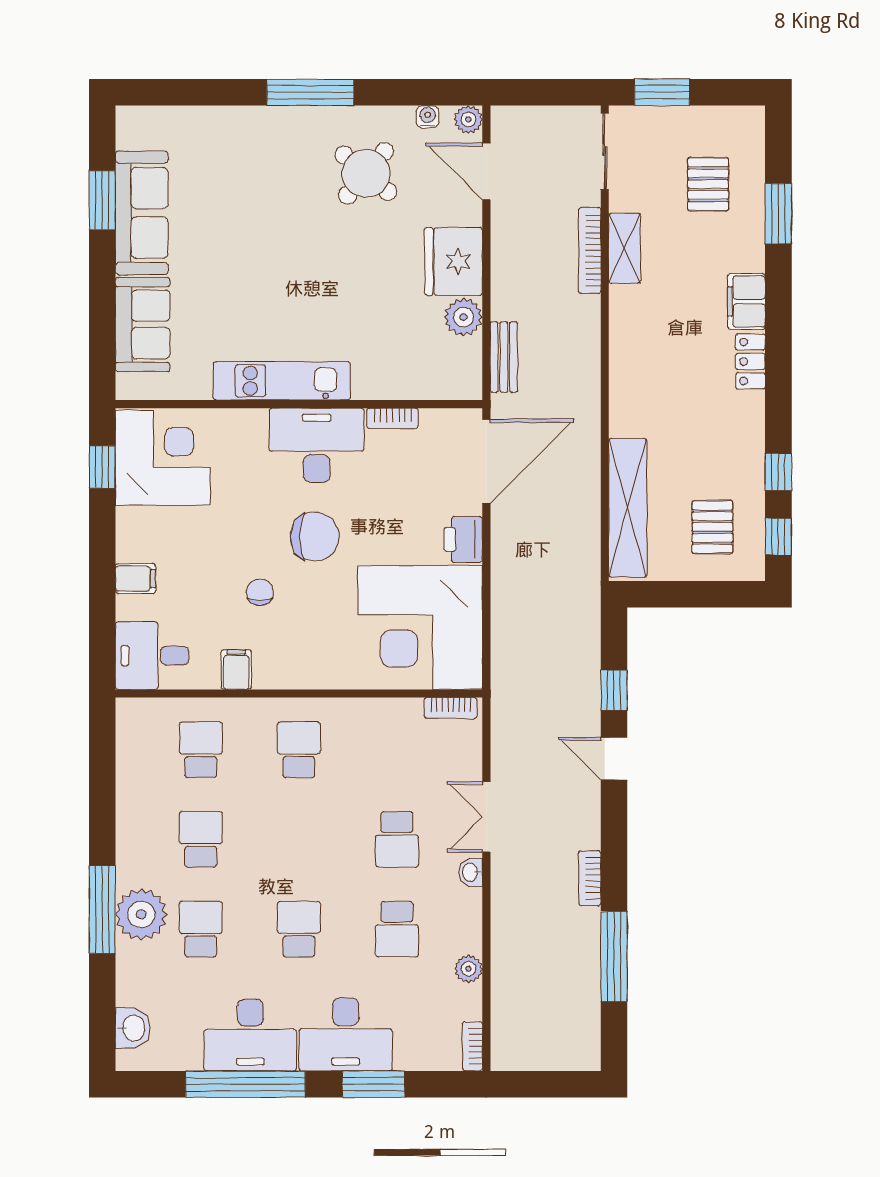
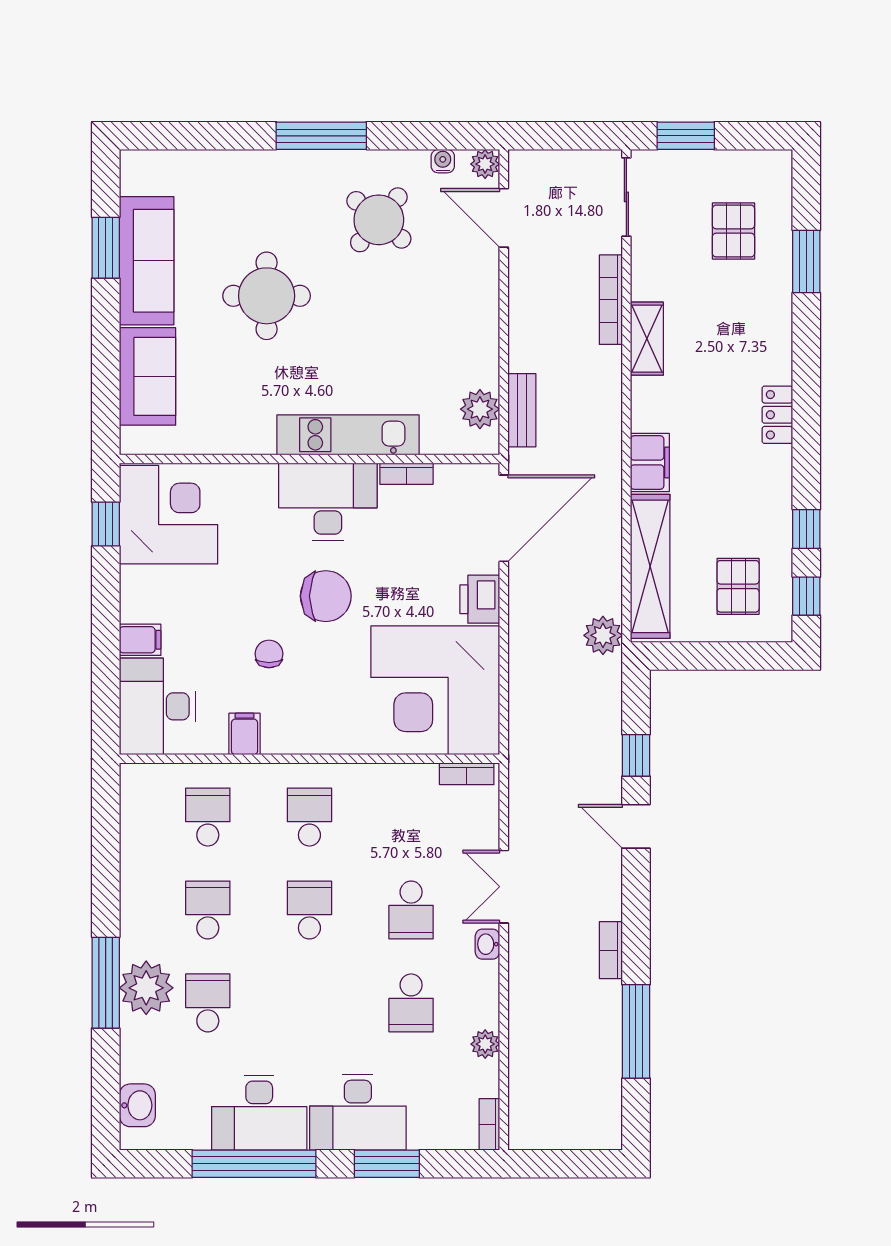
round table: (258, 247) -> (267, 296), added
shelving: (625, 248) -> (647, 339), moved
fridge: (454, 261) -> (470, 311), removed
filing cabinet: (746, 301) -> (650, 463), moved, turned 180
plant: (463, 317) -> (480, 409), moved
kitchen unit: (282, 381) -> (348, 435), moved
plant: (582, 574) -> (603, 635), added
desk: (152, 656) -> (157, 706), width x1.37
school desk: (299, 929) -> (309, 910), moved

